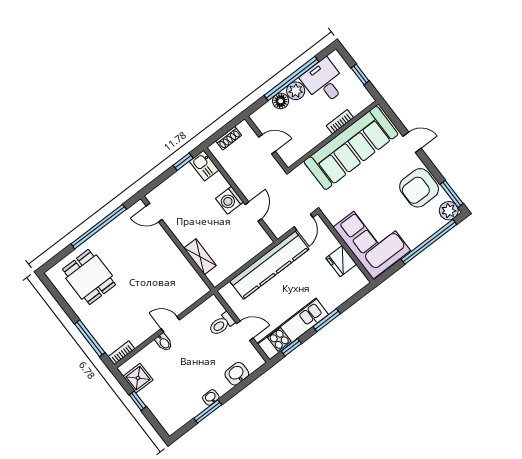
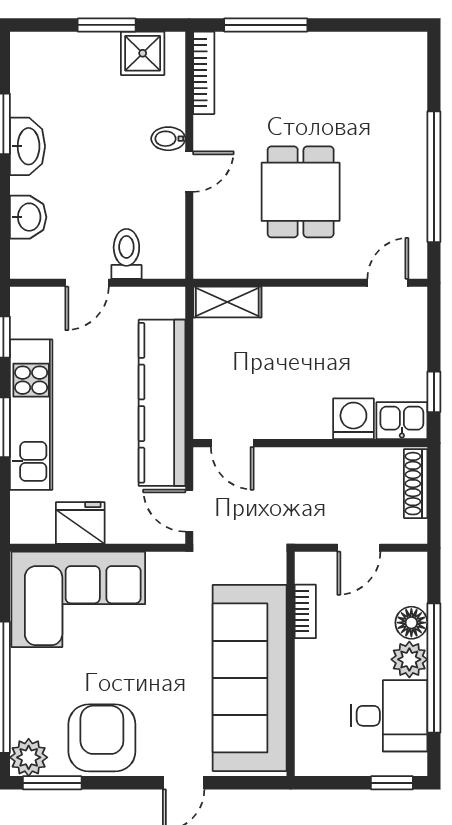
window: (360, 74) -> (392, 783), moved
bookcase: (340, 122) -> (305, 611), moved
shoe rack: (229, 138) -> (416, 484), width x1.43
washing machine: (229, 200) -> (353, 419), moved
door: (253, 212) -> (232, 443), moved
shelving: (200, 257) -> (227, 302), moved
dining table: (89, 277) -> (301, 192), moved, turned 90
kitchen unit: (293, 329) -> (31, 415), moved
bookcase: (121, 353) -> (204, 73), width x1.56
washbasin: (211, 397) -> (27, 146), width x1.91, depth x1.45
window: (138, 401) -> (107, 25), width x1.50

